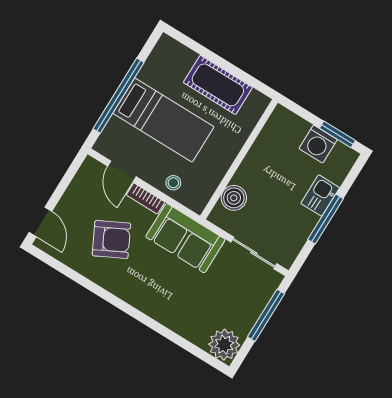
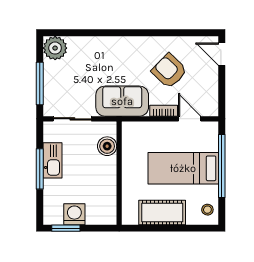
stool: (173, 183) -> (207, 210), moved
kitchen sink: (320, 196) -> (53, 160), moved, width x1.38
armchair: (111, 239) -> (169, 71), turned 71

